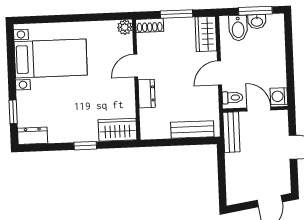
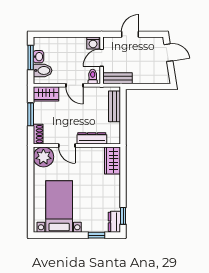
plant: (125, 27) -> (43, 157), width x1.87, depth x1.87
dresser: (147, 94) -> (92, 138), width x1.44
window: (85, 146) -> (123, 216), moved

